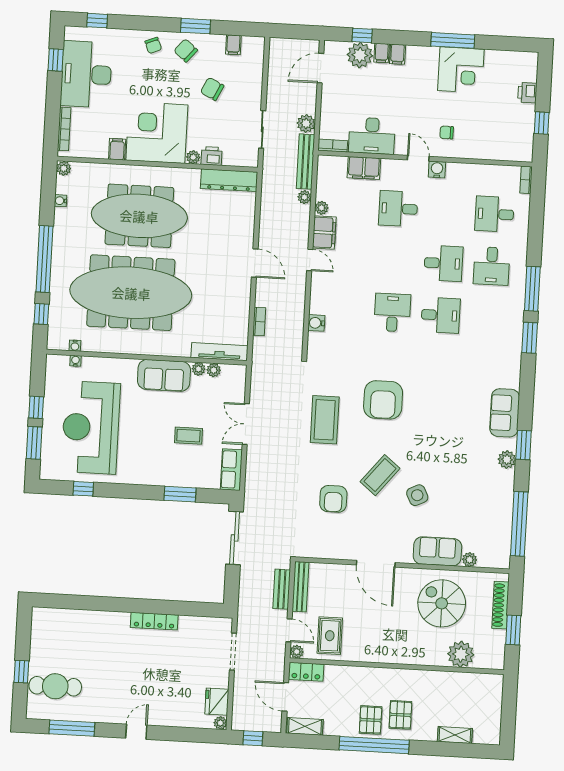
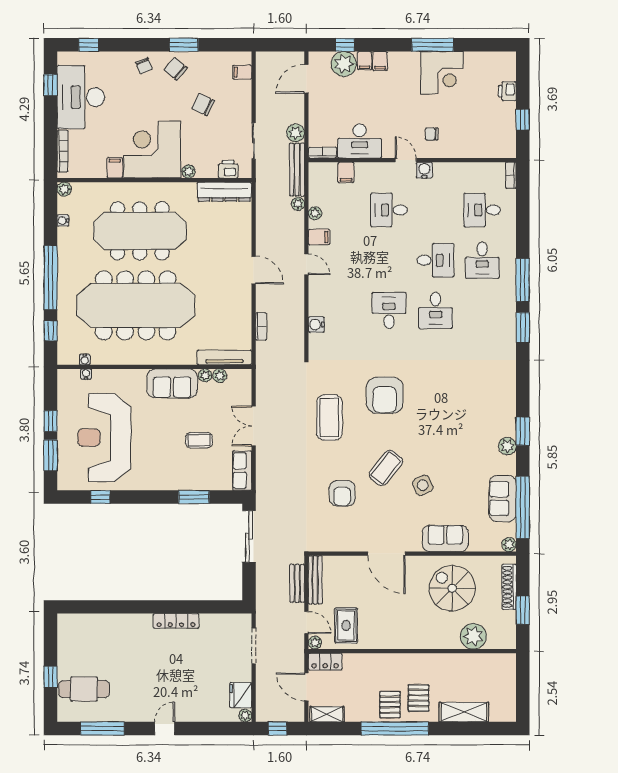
filing cabinet: (233, 45) -> (242, 72), moved, turned 90
printer: (212, 156) -> (228, 169), moved
filing cabinet: (364, 168) -> (346, 173), width x0.50
filing cabinet: (324, 233) -> (319, 237), width x0.50
desk: (441, 315) -> (436, 310), turned 90
sofa: (505, 413) -> (503, 499), moved
plant: (470, 560) -> (509, 545), moved
shelving: (455, 735) -> (464, 712), width x1.50, depth x1.33

